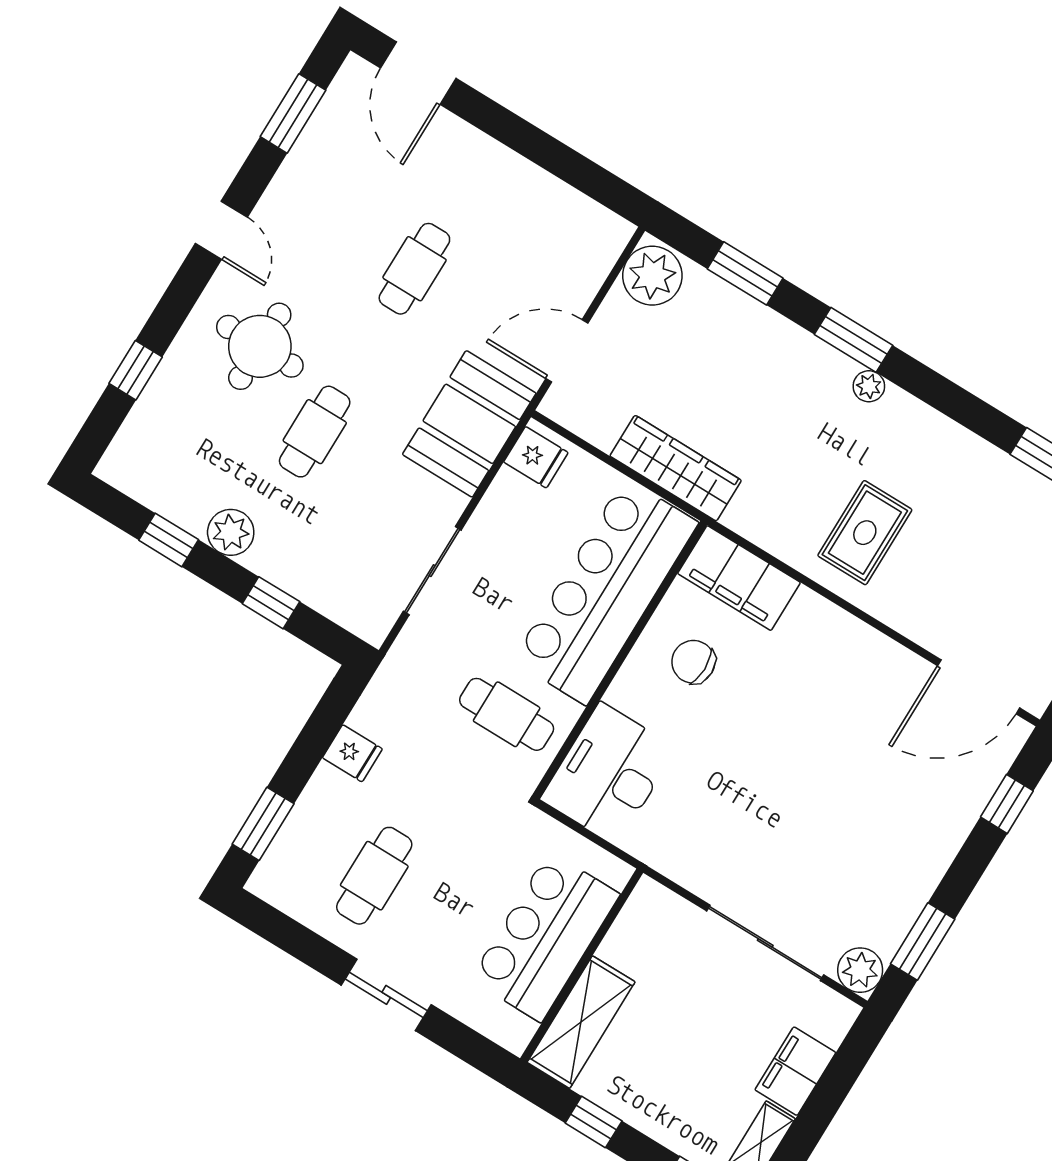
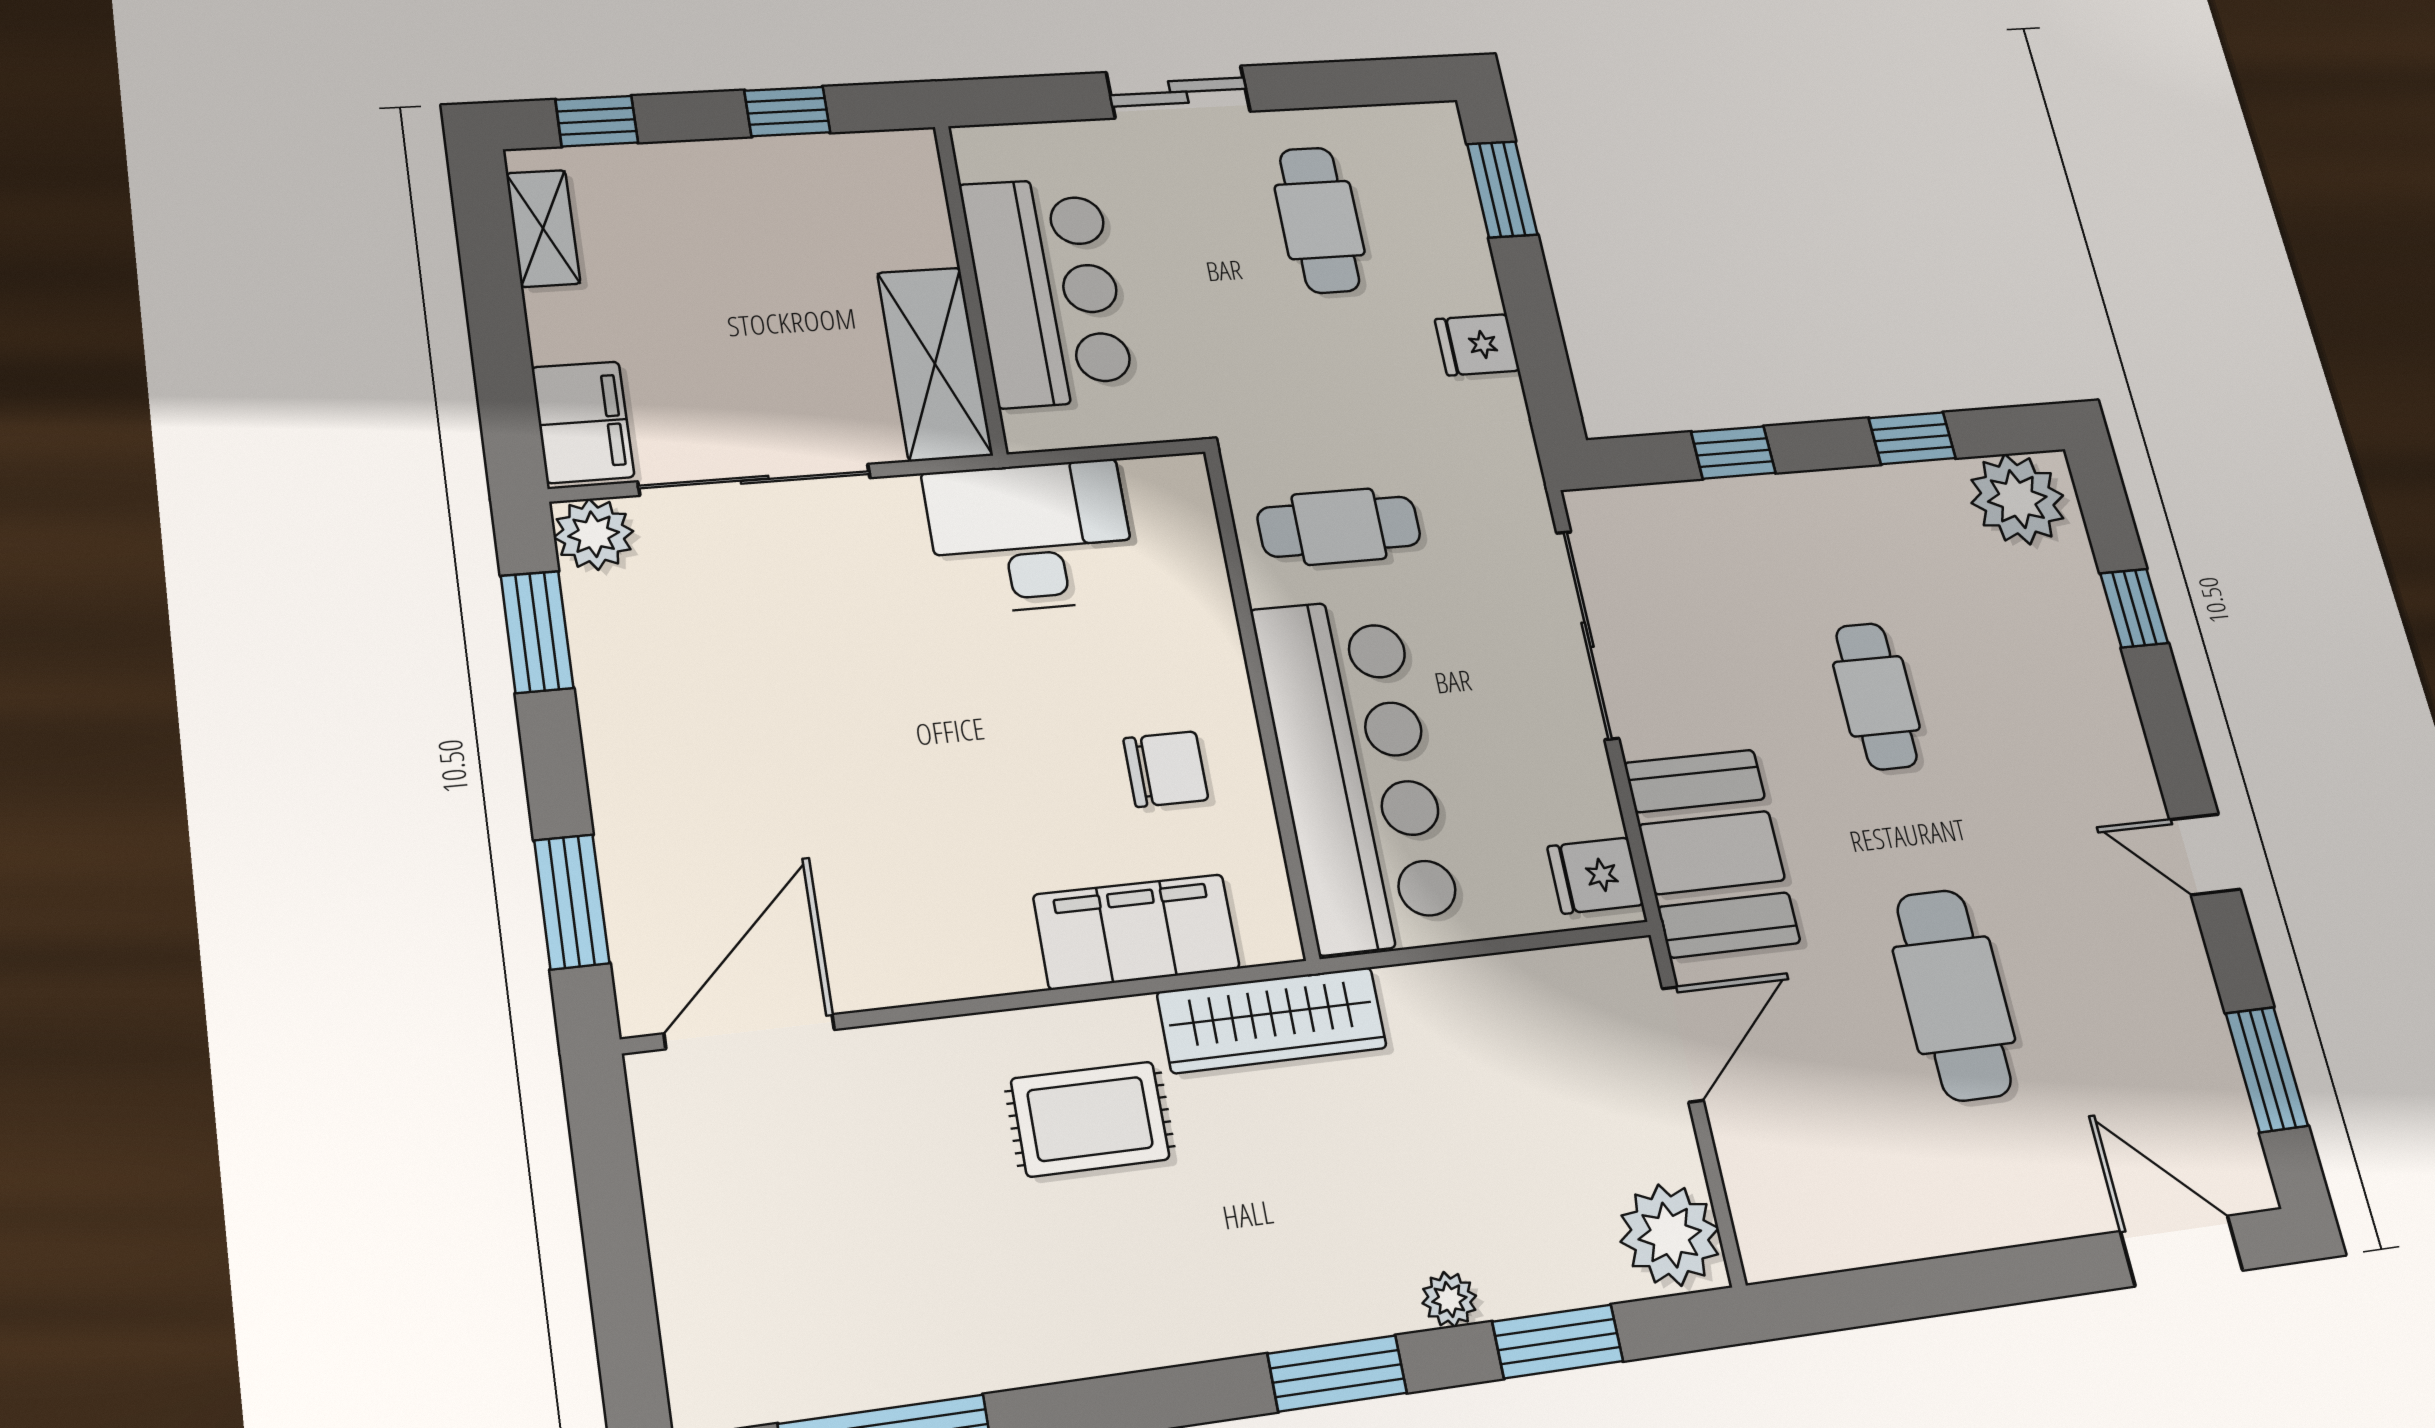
cafe table: (414, 269) -> (1954, 995), width x1.37, depth x1.35
round table: (260, 346) -> (2032, 749), removed
plant: (869, 386) -> (1449, 1299), moved
wardrobe: (676, 468) -> (1272, 1020), moved
plant: (231, 532) -> (2017, 499), moved, width x1.36, depth x1.36
rug: (865, 533) -> (1090, 1119), turned 90
sliding door: (432, 571) -> (1587, 635), width x1.37
filing cabinet: (739, 578) -> (1136, 932), moved
desk: (608, 774) -> (1031, 536), moved, turned -90
window: (1007, 804) -> (572, 902), width x1.50
shelving: (581, 1022) -> (935, 364), moved
filing cabinet: (795, 1071) -> (583, 422), moved

